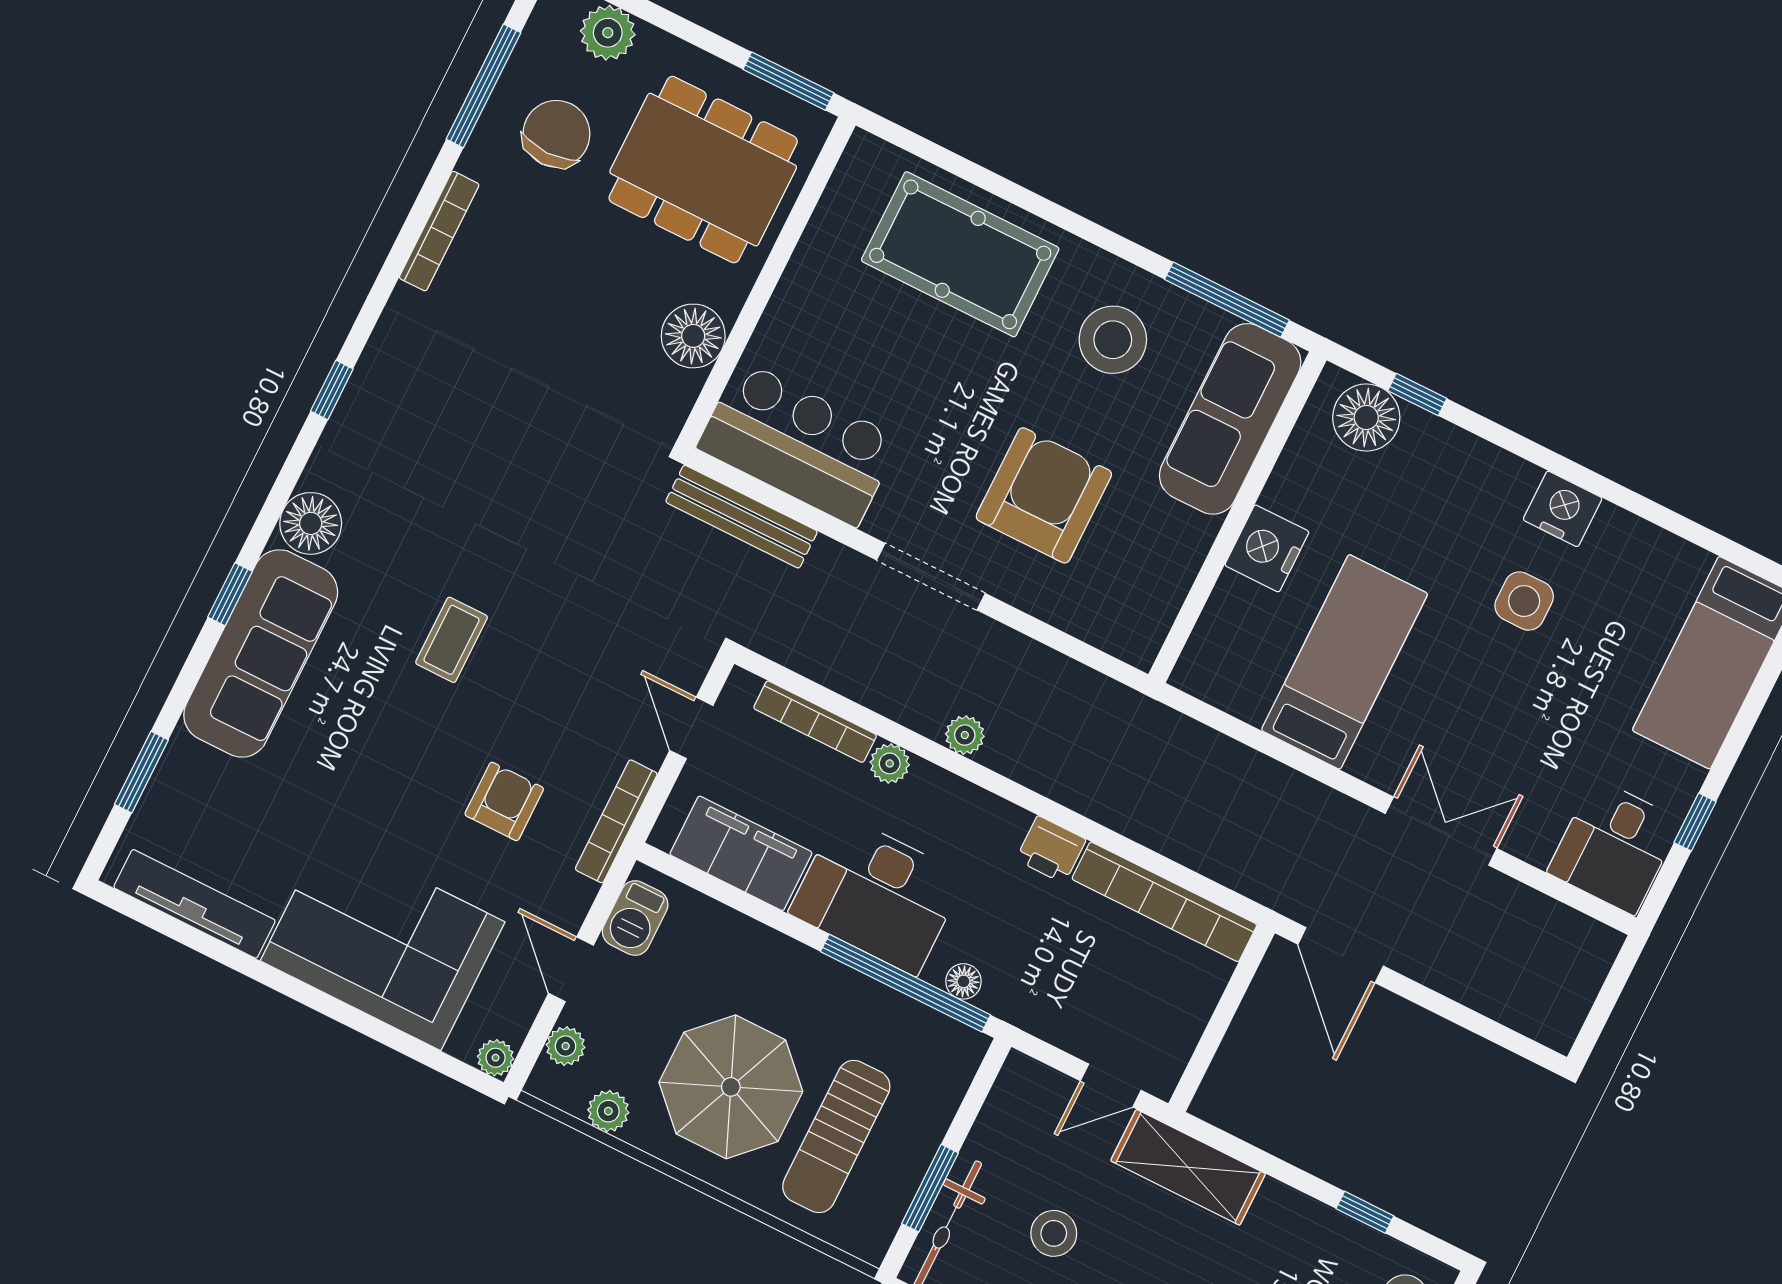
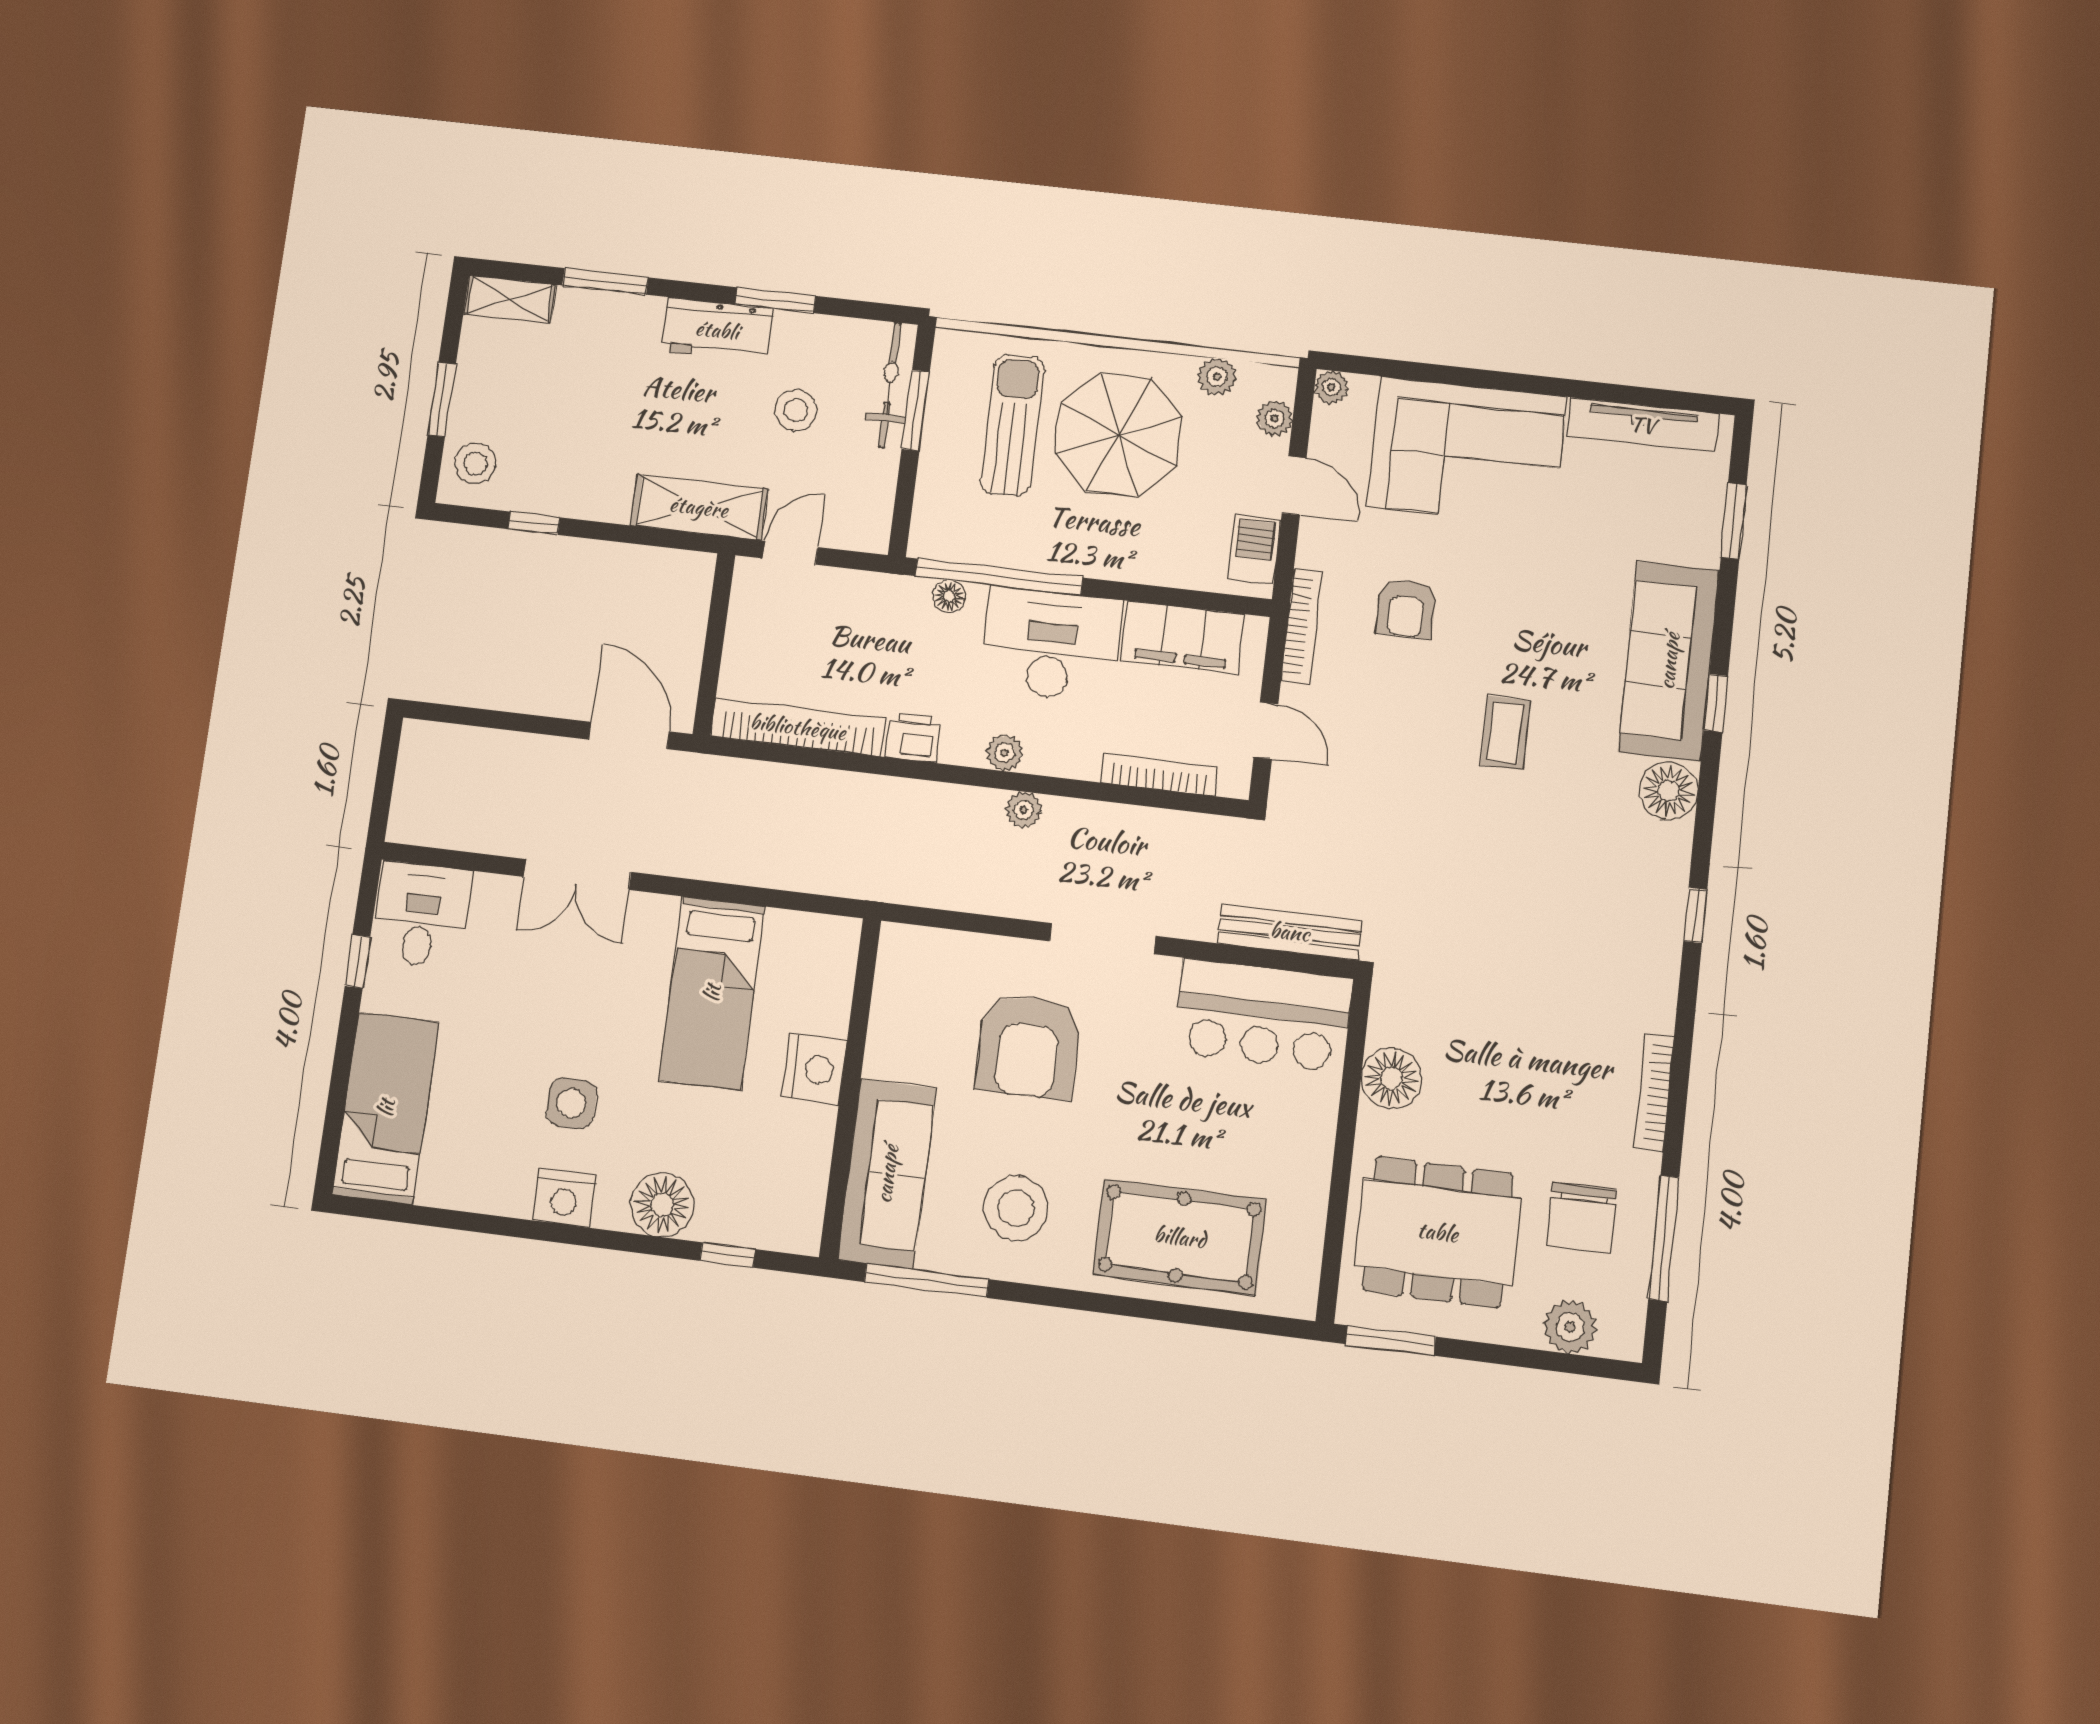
floor lamp: (1366, 418) -> (662, 1205), moved
plant: (890, 763) -> (1005, 753), moved

